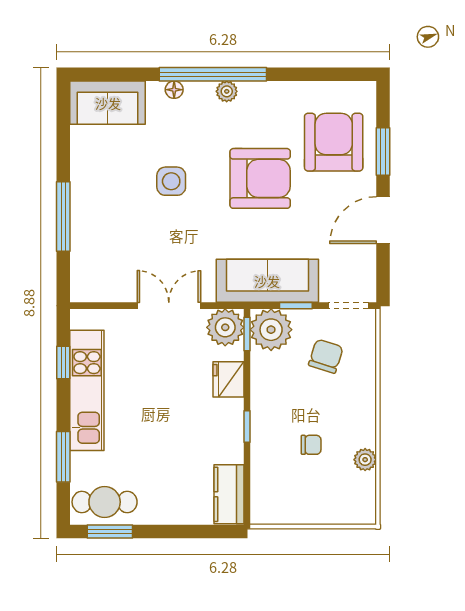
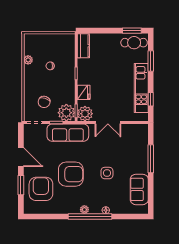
sofa: (108, 103) -> (139, 189), moved, turned -90
armchair: (334, 142) -> (41, 189), turned 180
armchair: (260, 178) -> (71, 174), turned 180
door: (383, 220) -> (21, 157), hinge flipped

